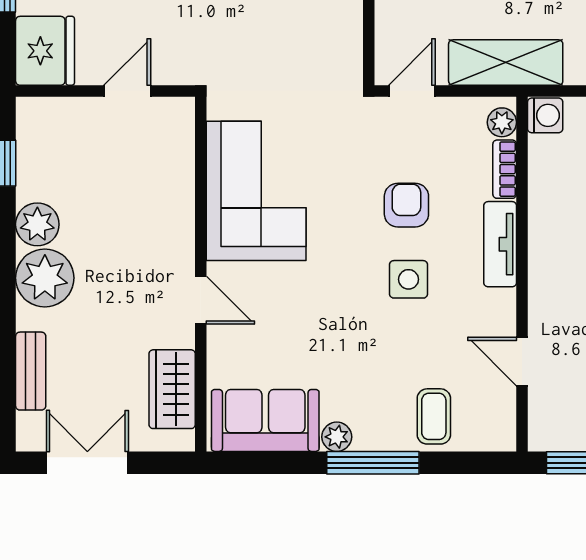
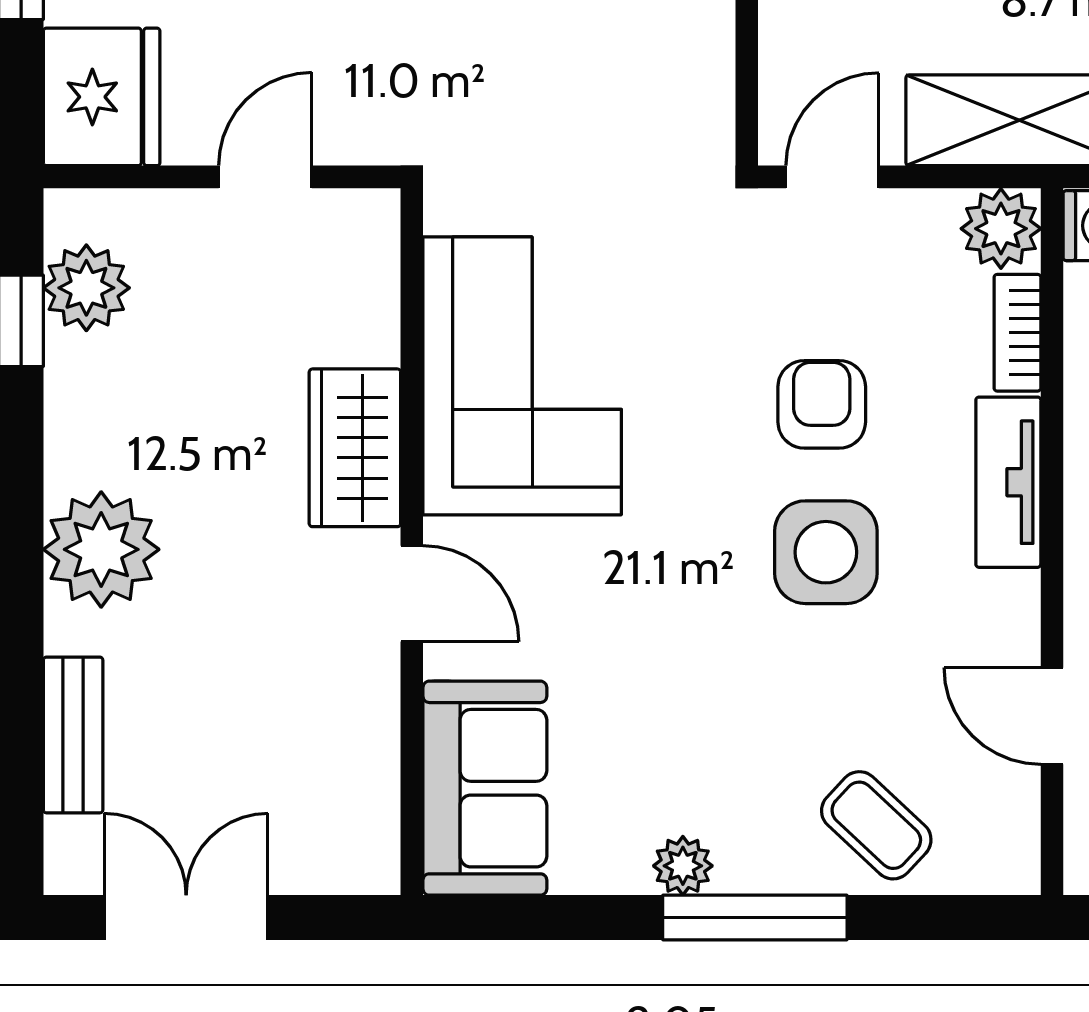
plant: (502, 122) -> (1001, 229), width x1.38, depth x1.38
plant: (37, 224) -> (86, 288), moved
side table: (409, 279) -> (826, 552), width x1.37, depth x1.37
wardrobe: (172, 389) -> (355, 448), moved
coffee table: (434, 416) -> (876, 825), turned -47
sofa: (265, 420) -> (485, 788), moved, turned 90

